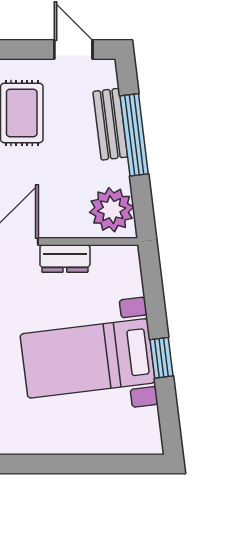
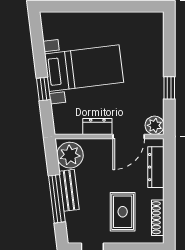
bench: (110, 124) -> (69, 190), moved
window: (161, 358) -> (43, 89), moved

